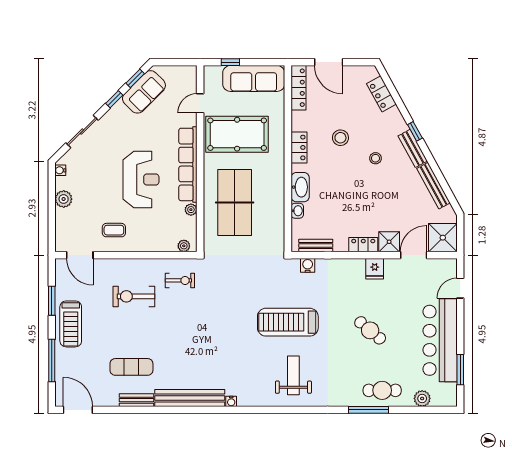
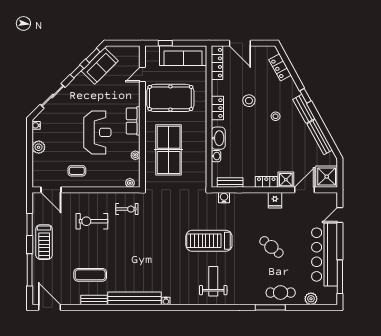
row of seats: (188, 164) -> (133, 121), width x0.50
window: (460, 370) -> (340, 277), width x1.44

